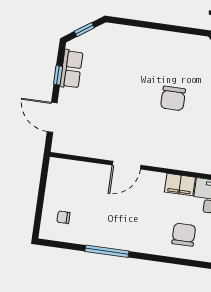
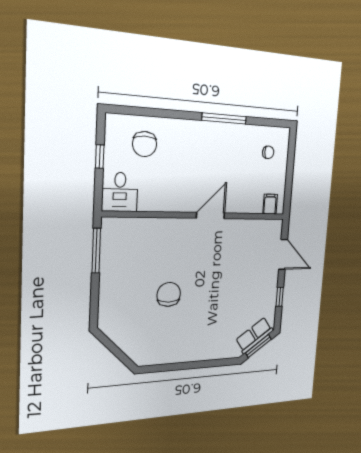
window: (84, 30) -> (258, 346), width x1.50
row of seats: (71, 69) -> (254, 335), moved, turned 55
filing cabinet: (180, 185) -> (270, 204), moved, width x0.50

